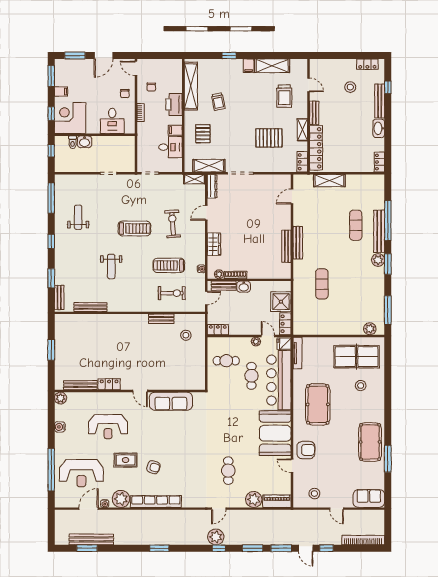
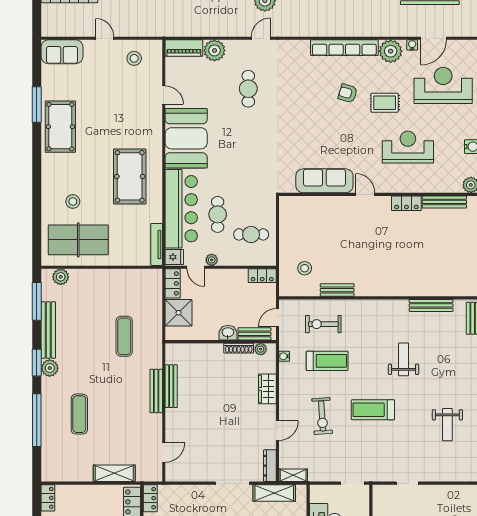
bench: (379, 231) -> (48, 330), moved
armchair: (306, 450) -> (145, 116), removed

